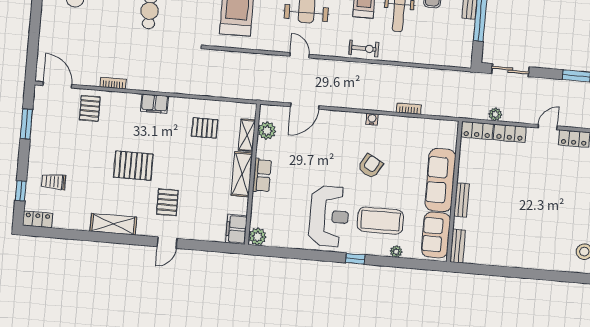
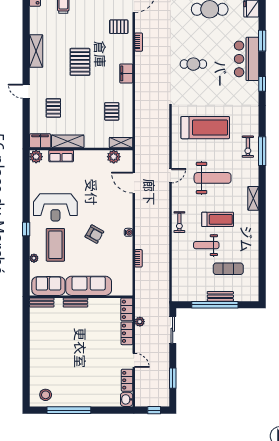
shelving: (247, 135) -> (121, 143), moved
shelving: (242, 174) -> (68, 141), moved
row of seats: (262, 175) -> (61, 156), moved
pallet: (167, 202) -> (53, 108), moved, turned 90

